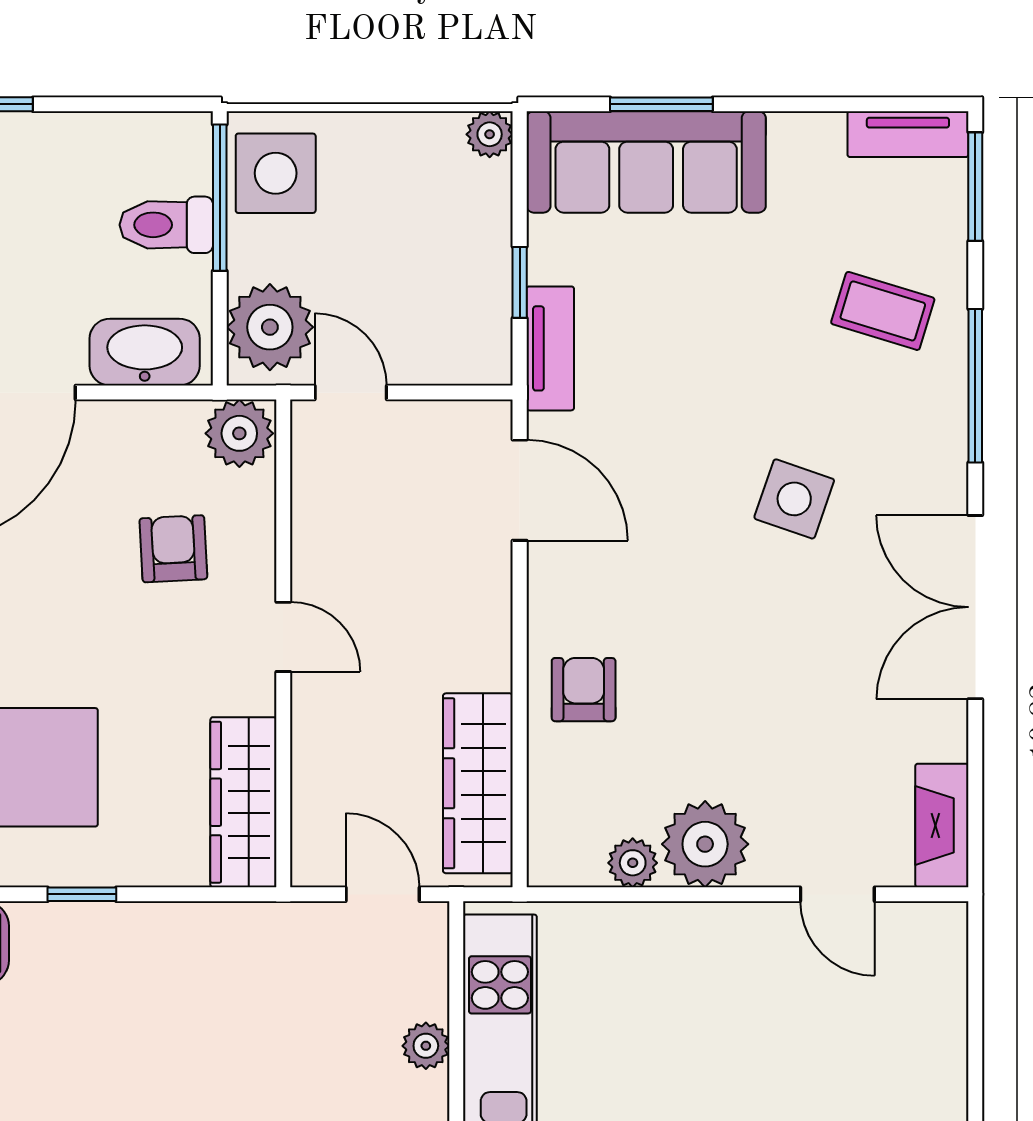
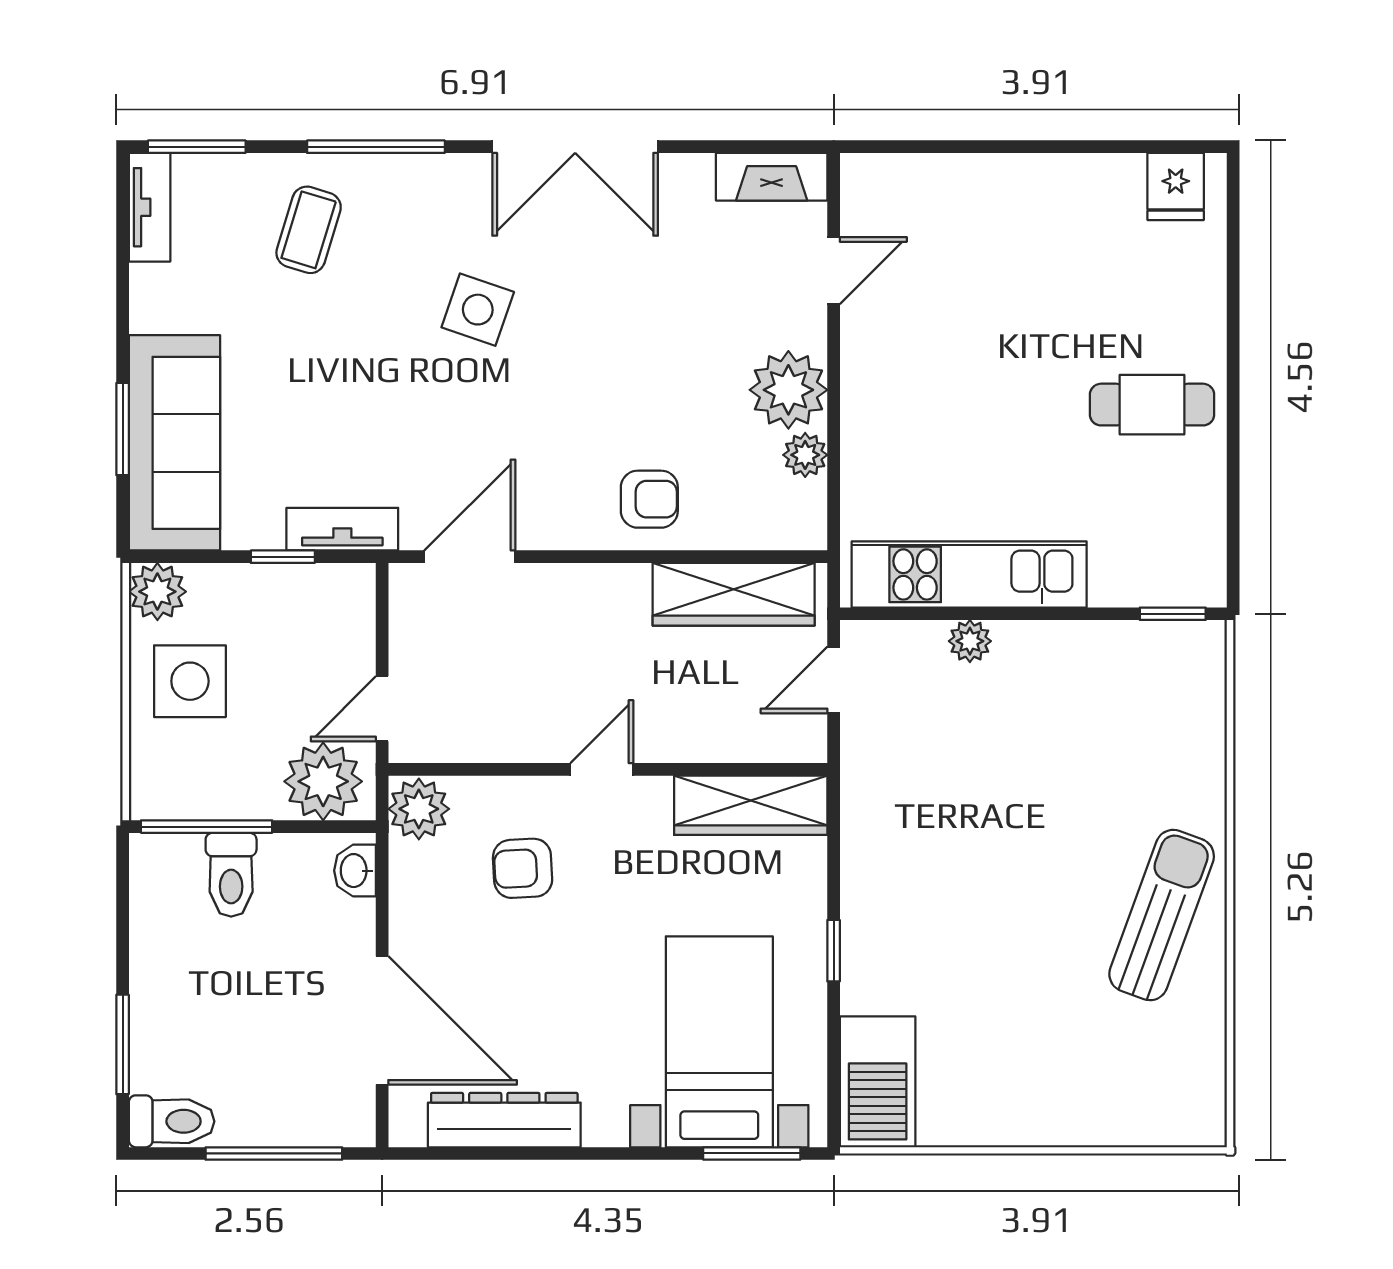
plant: (490, 134) -> (157, 592), width x1.38, depth x1.38
side table: (276, 173) -> (190, 681), moved
washbasin: (145, 352) -> (355, 871), width x0.52, depth x0.69
armchair: (584, 690) -> (649, 499), turned 180

